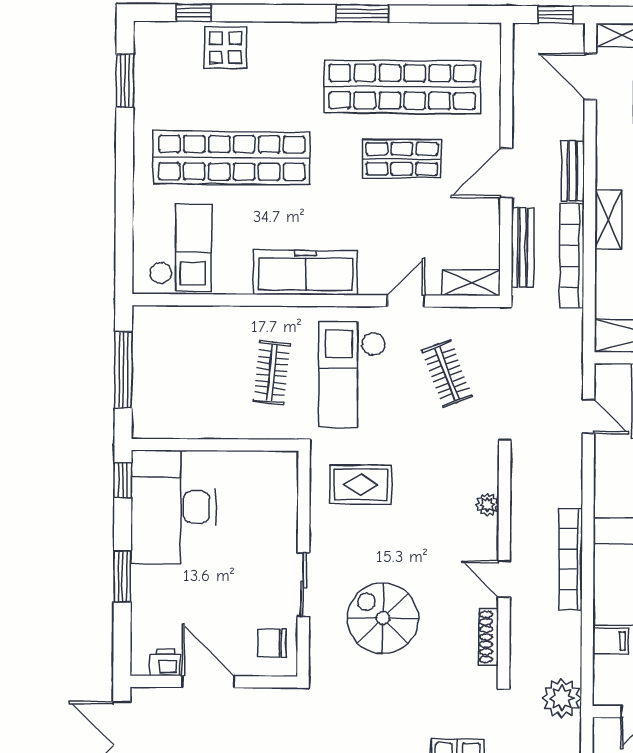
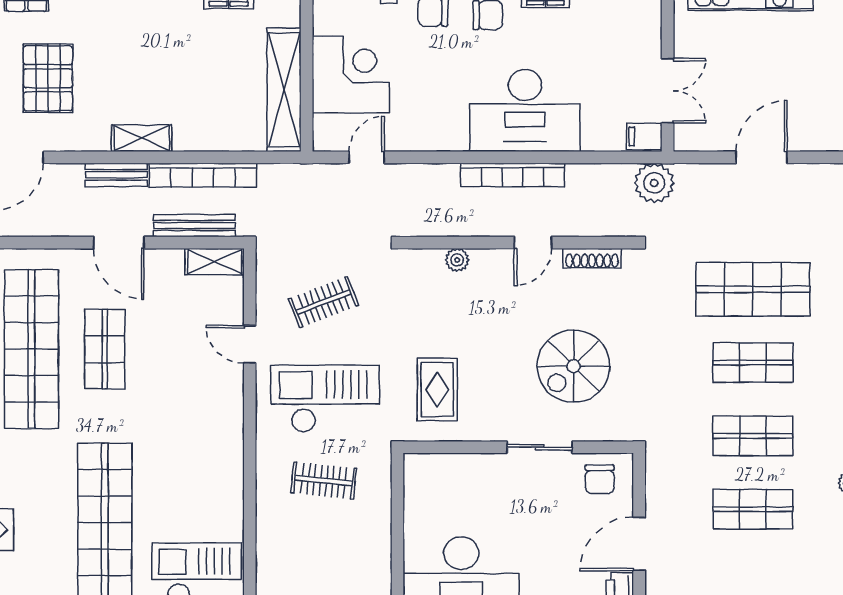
shelving: (608, 220) -> (142, 138), moved
freezer: (305, 272) -> (221, 447), removed
shelving: (471, 283) -> (215, 262), moved, turned 90
checkout: (352, 375) -> (325, 399), turned 180
filing cabinet: (610, 641) -> (644, 136), moved, turned -90

